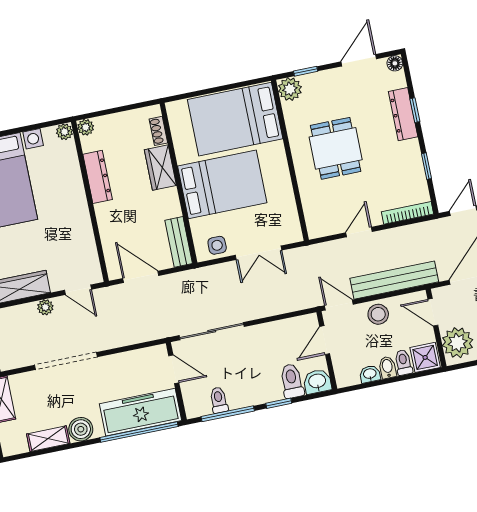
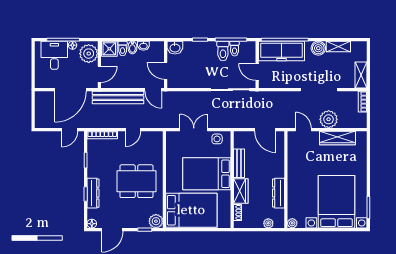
plant: (86, 127) -> (268, 223), moved
dining table: (336, 148) -> (136, 181), width x1.38
bench: (179, 242) -> (239, 163), moved
plant: (45, 307) -> (329, 119), width x1.87, depth x1.87
door: (433, 312) -> (99, 74), hinge flipped
stool: (378, 314) -> (131, 80), removed
door: (325, 340) -> (166, 71), swing flipped
toilet: (292, 381) -> (223, 51), moved

